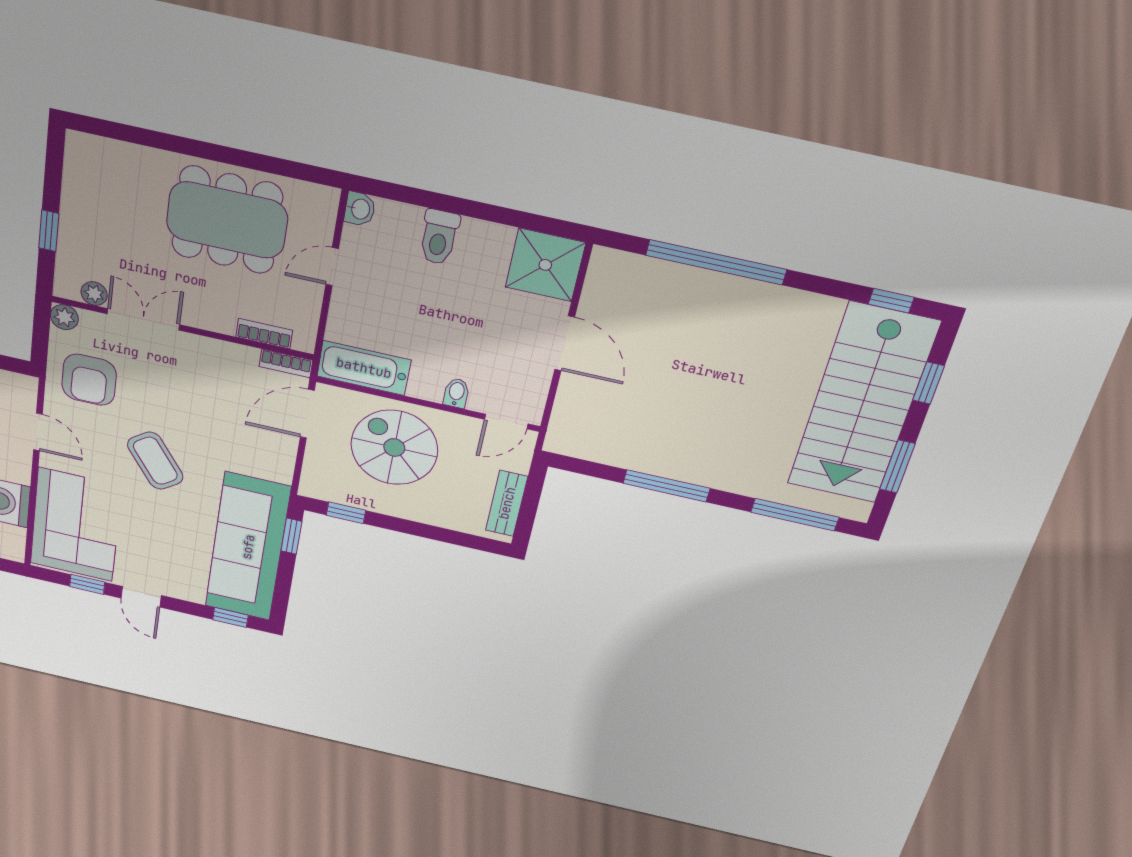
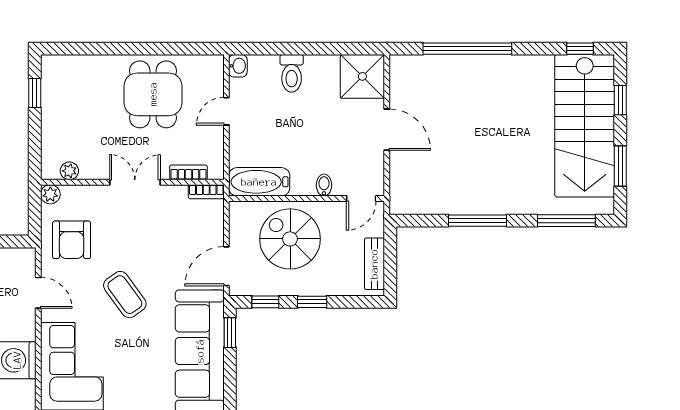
dining table: (227, 220) -> (153, 94), width x0.73
window: (49, 231) -> (35, 93), moved
double door: (143, 319) -> (135, 182), moved
door: (307, 414) -> (226, 266), moved
window: (410, 527) -> (312, 302), added

